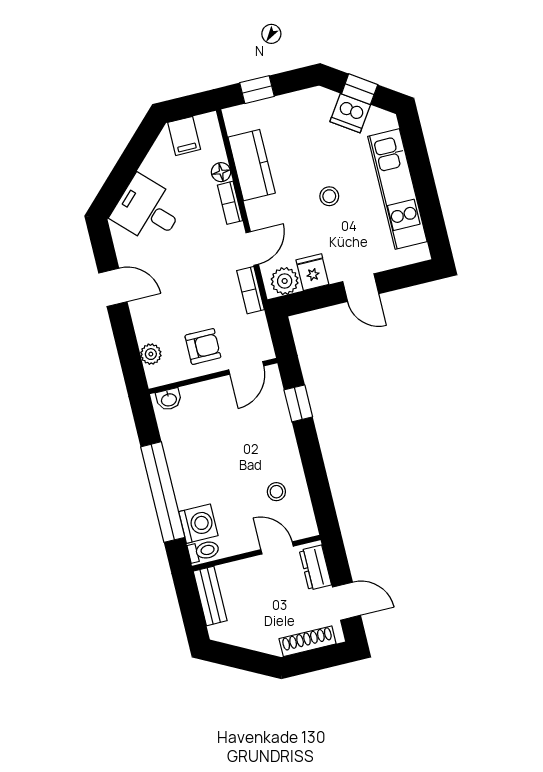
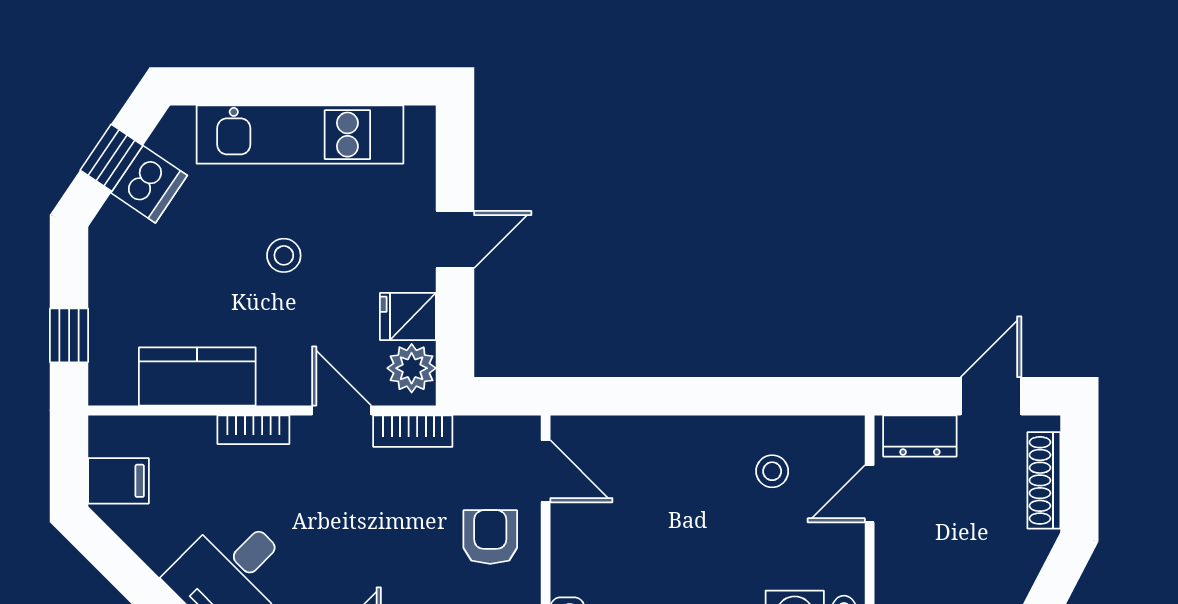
floor lamp: (221, 172) -> (197, 432), removed
window: (298, 403) -> (629, 396), removed

